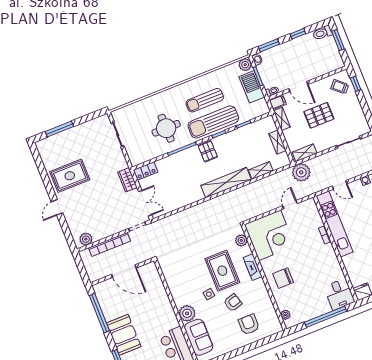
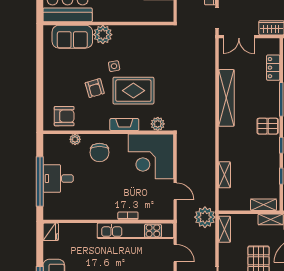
shelving: (277, 142) -> (263, 205), moved
locker: (146, 171) -> (273, 68), moved
shelving: (226, 183) -> (226, 98), moved
door: (340, 185) -> (175, 253), swing flipped
chair: (283, 278) -> (99, 152), turned 180
desk: (339, 294) -> (58, 179), moved
plant: (285, 315) -> (75, 139), moved
armchair: (249, 324) -> (64, 116), moved

